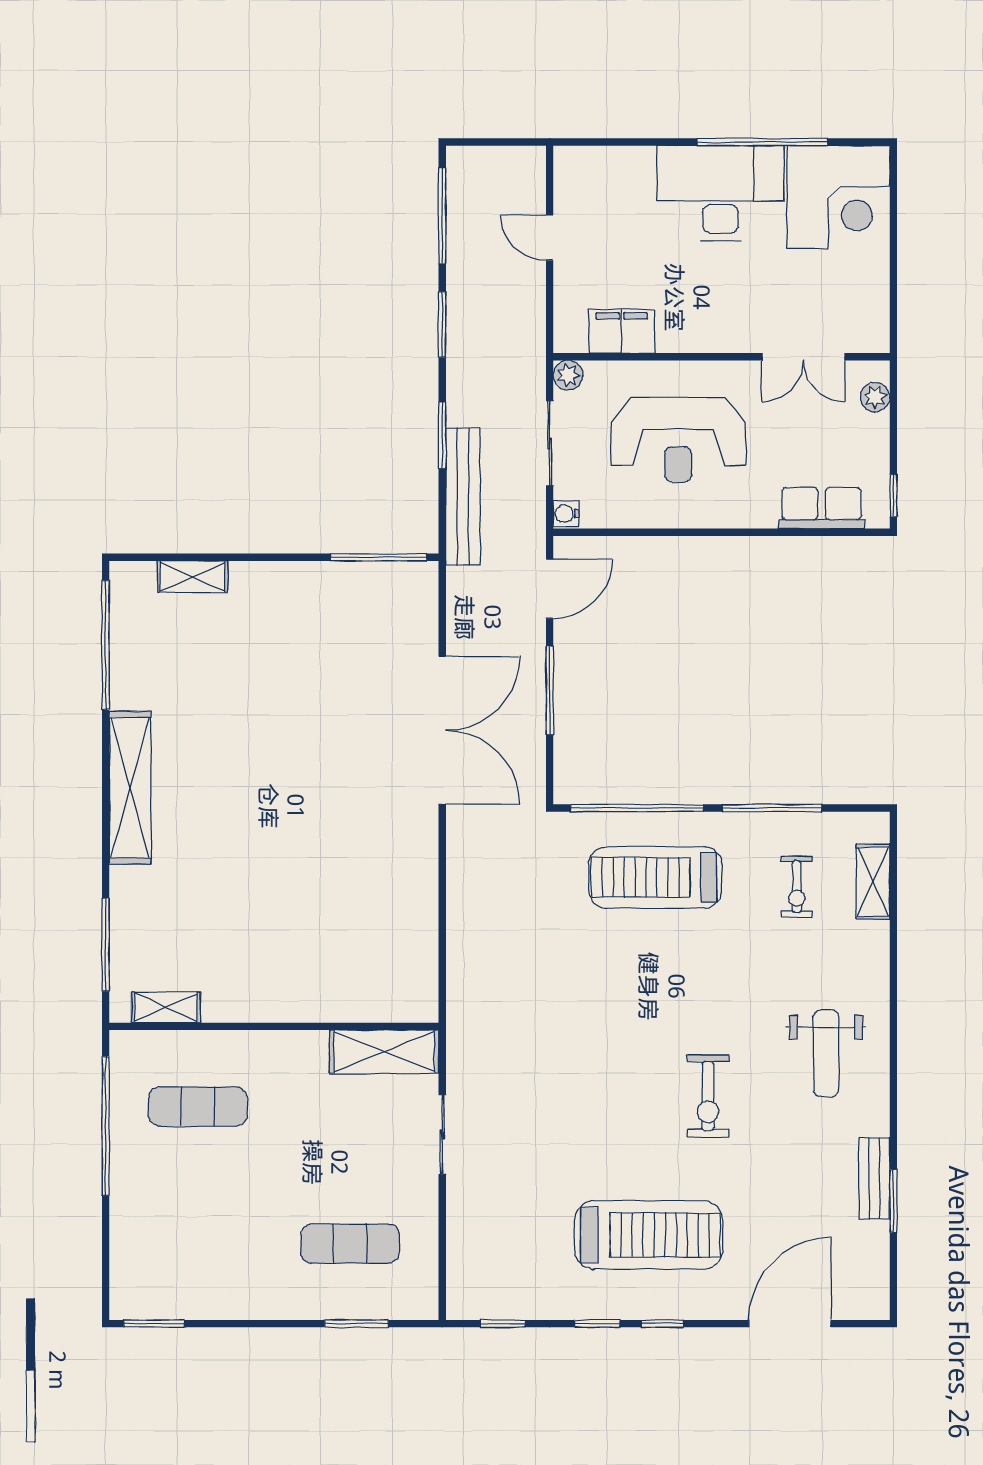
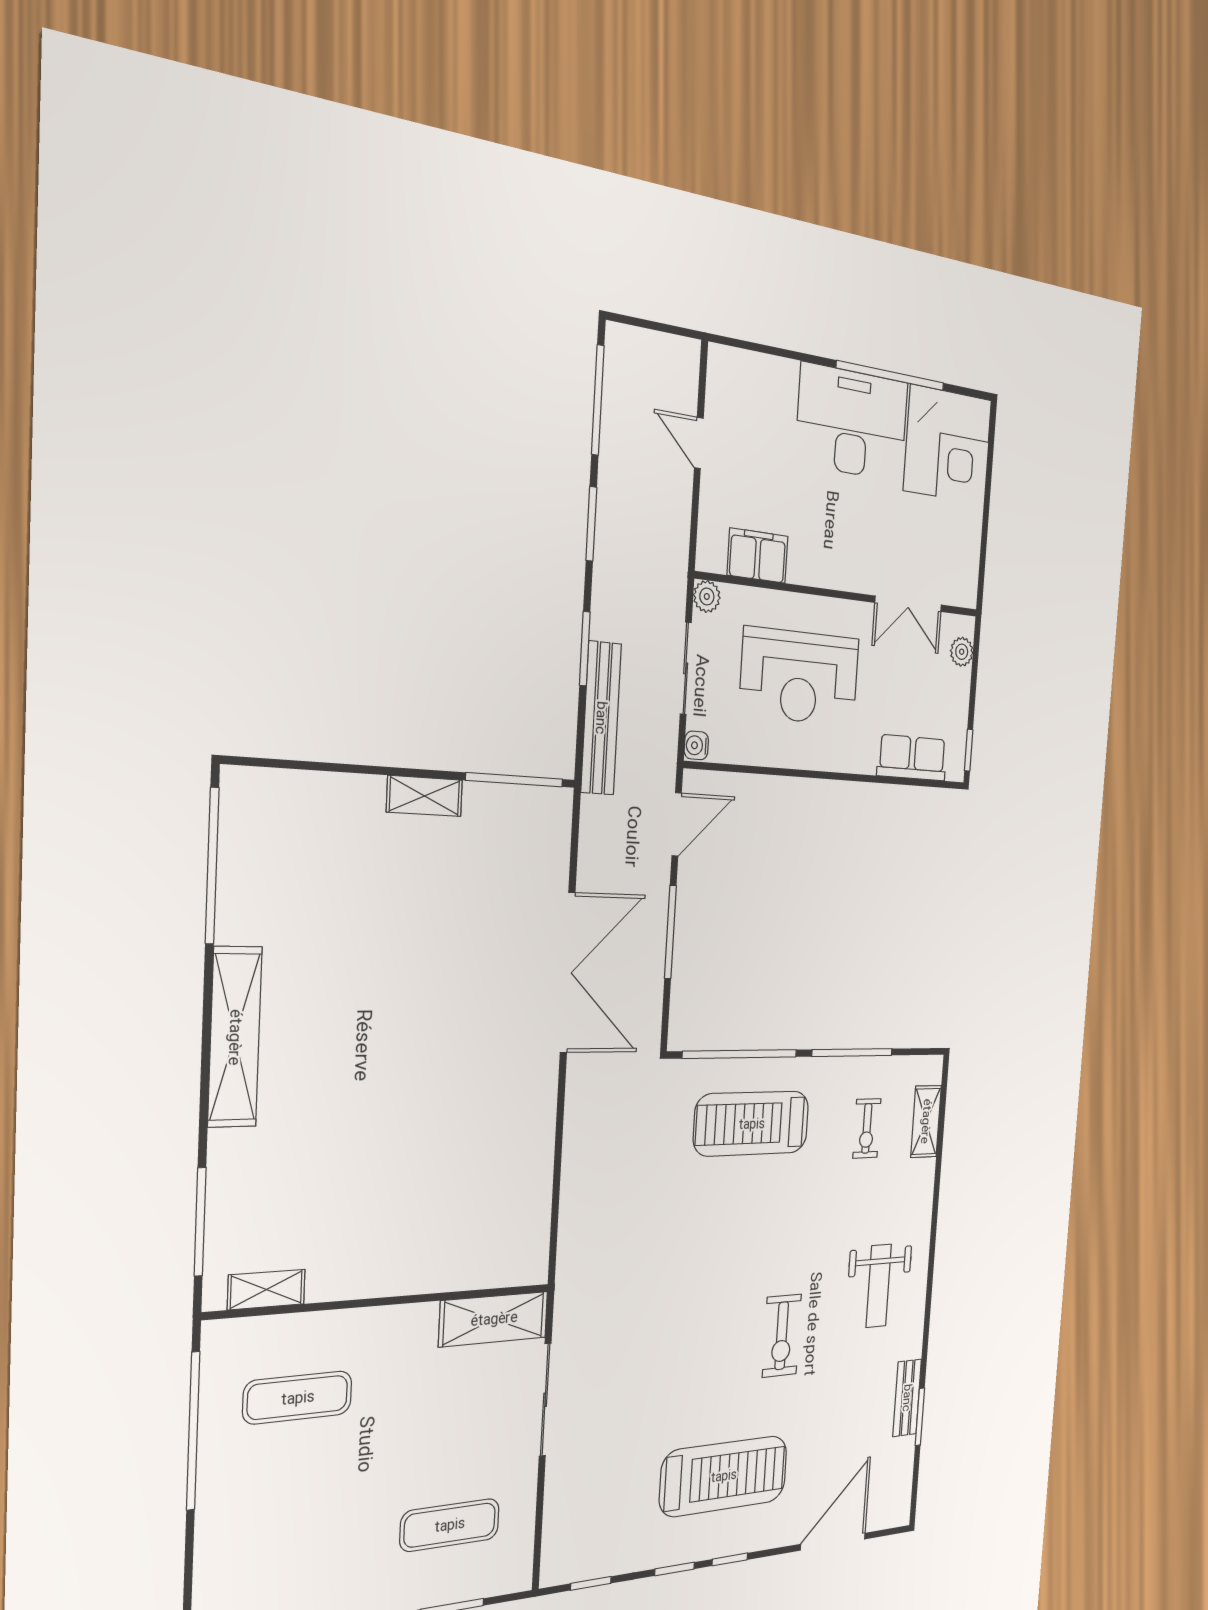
shelving: (193, 577) -> (425, 796), moved
sliding door: (442, 1134) -> (545, 1400), width x1.37

